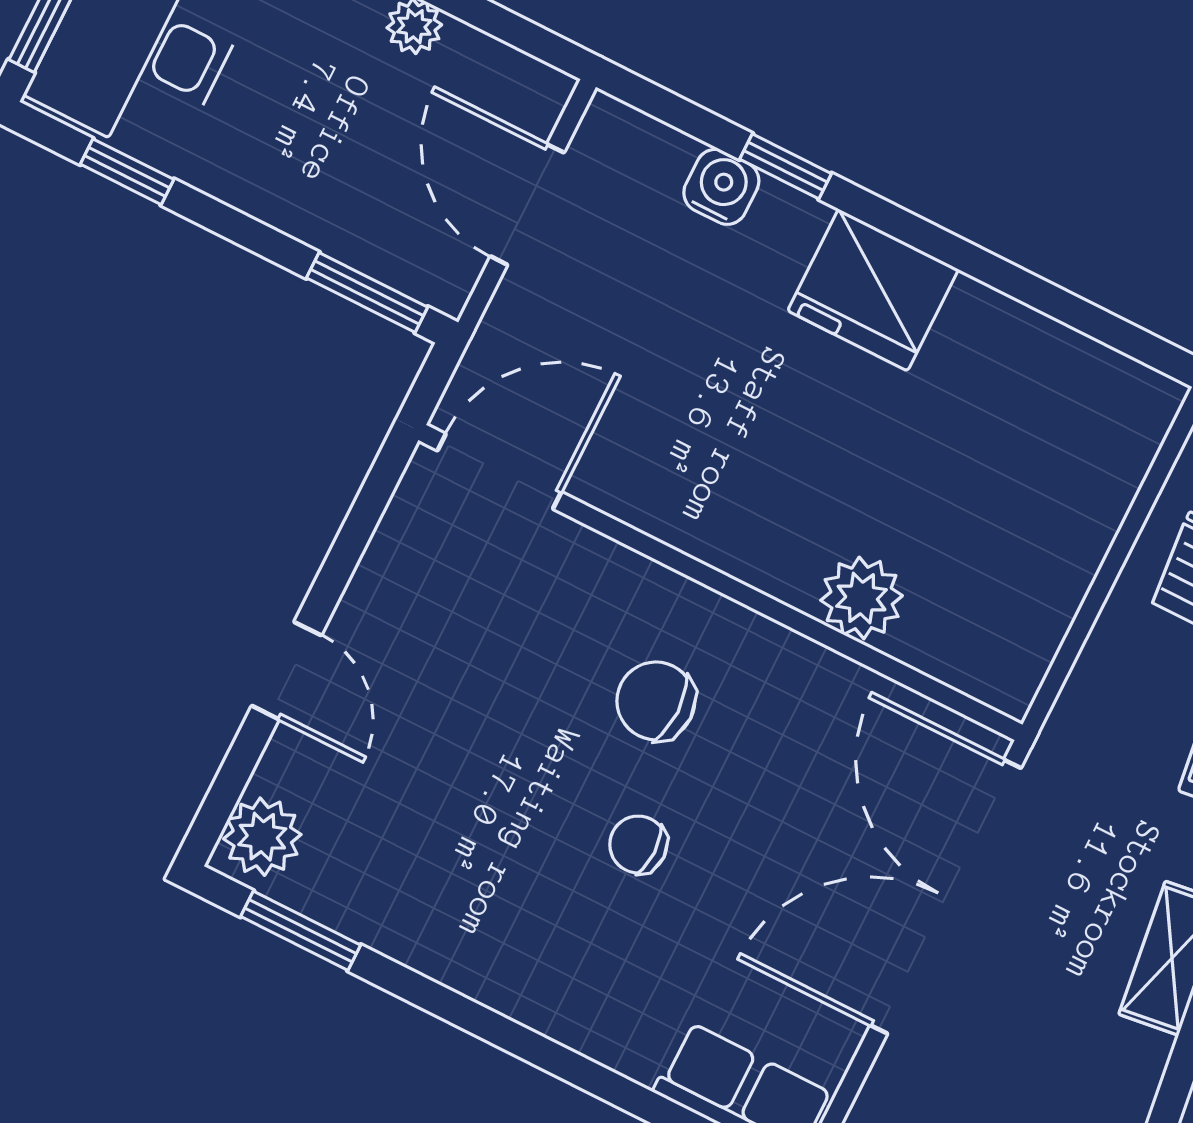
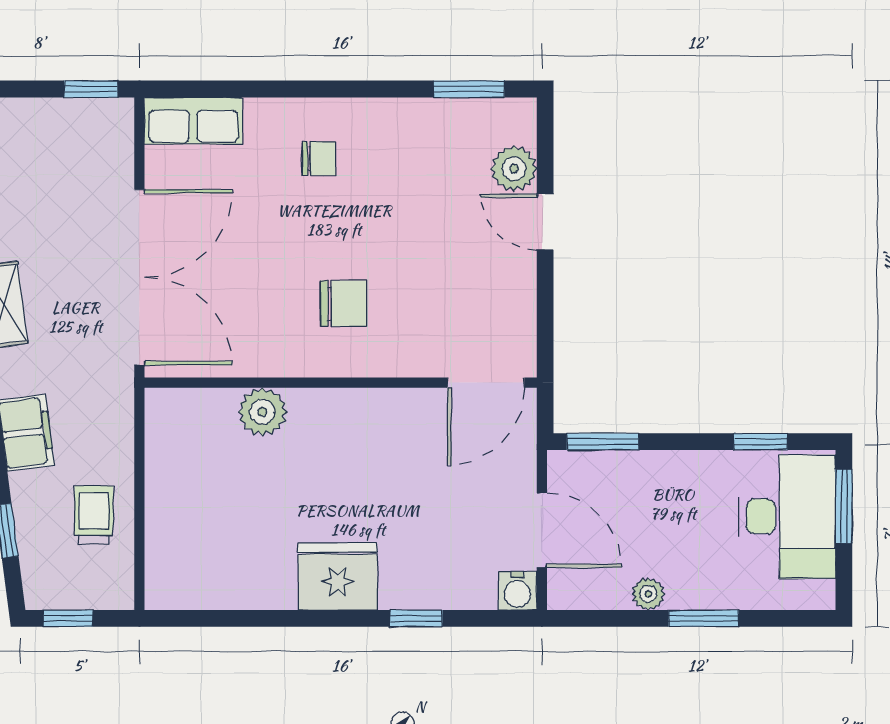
water cooler: (721, 187) -> (517, 591), moved
plant: (262, 837) -> (514, 169), moved
chair: (638, 845) -> (319, 159), moved

